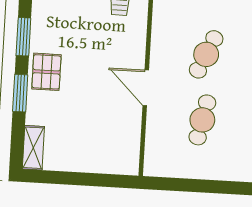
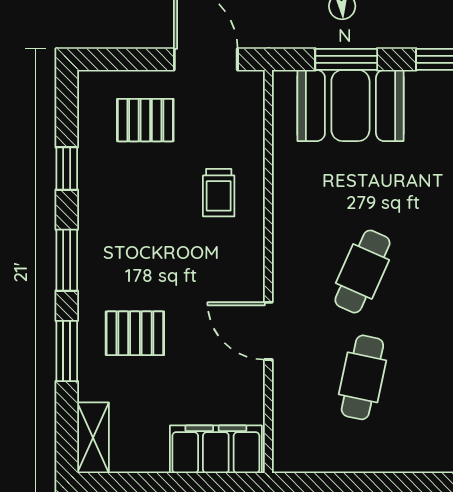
pallet: (46, 72) -> (135, 333), moved, turned 90
filing cabinet: (109, 159) -> (216, 449), added

